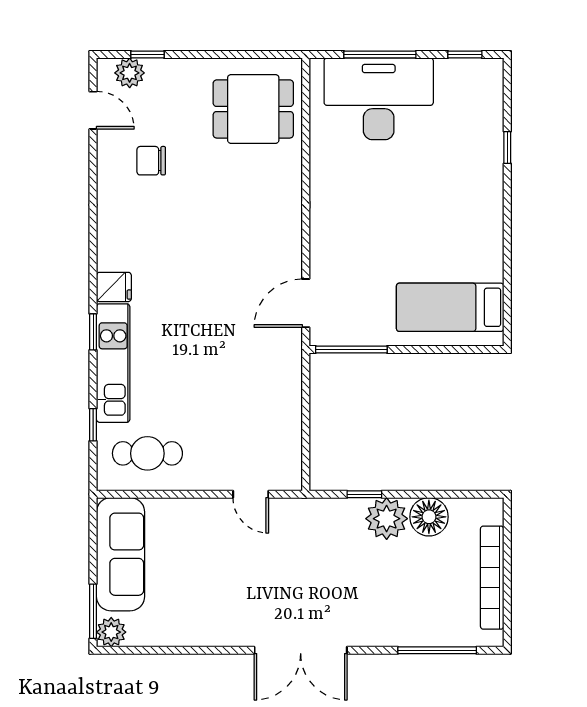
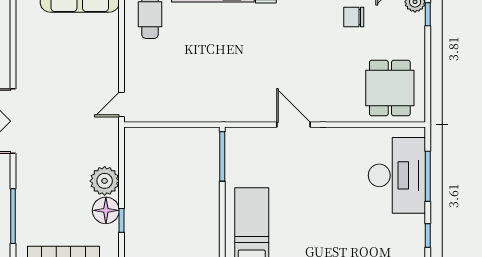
chair: (151, 161) -> (354, 17), turned -90
door: (306, 303) -> (293, 125), moved
door: (251, 494) -> (122, 104), moved
window: (364, 494) -> (122, 220), moved

